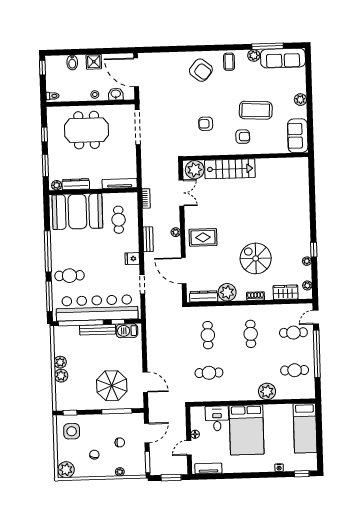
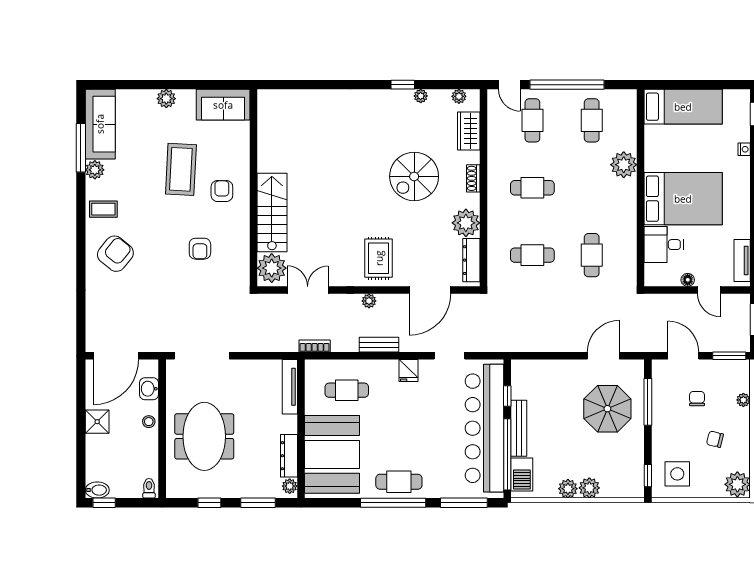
bidet: (72, 62) -> (97, 490), moved
cafe table: (70, 276) -> (399, 482), moved, turned 90
barbecue: (127, 331) -> (522, 475), moved

